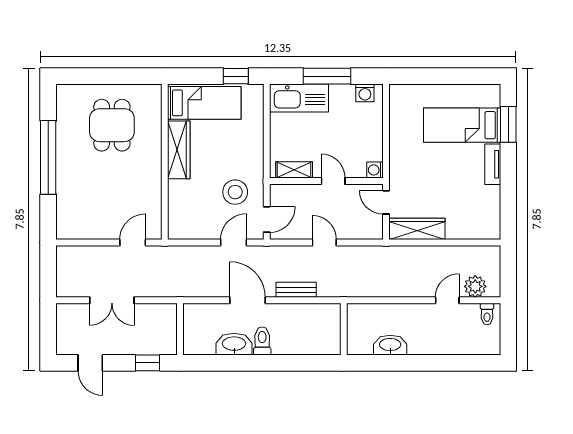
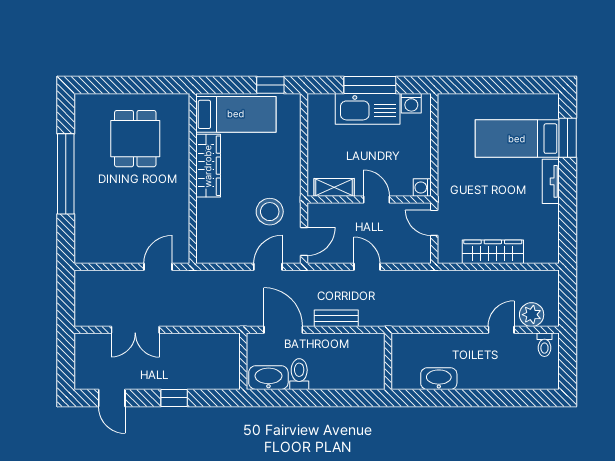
kitchen sink: (299, 98) -> (368, 109), moved
wardrobe: (417, 229) -> (493, 252), moved
wall: (180, 329) -> (243, 361), moved

